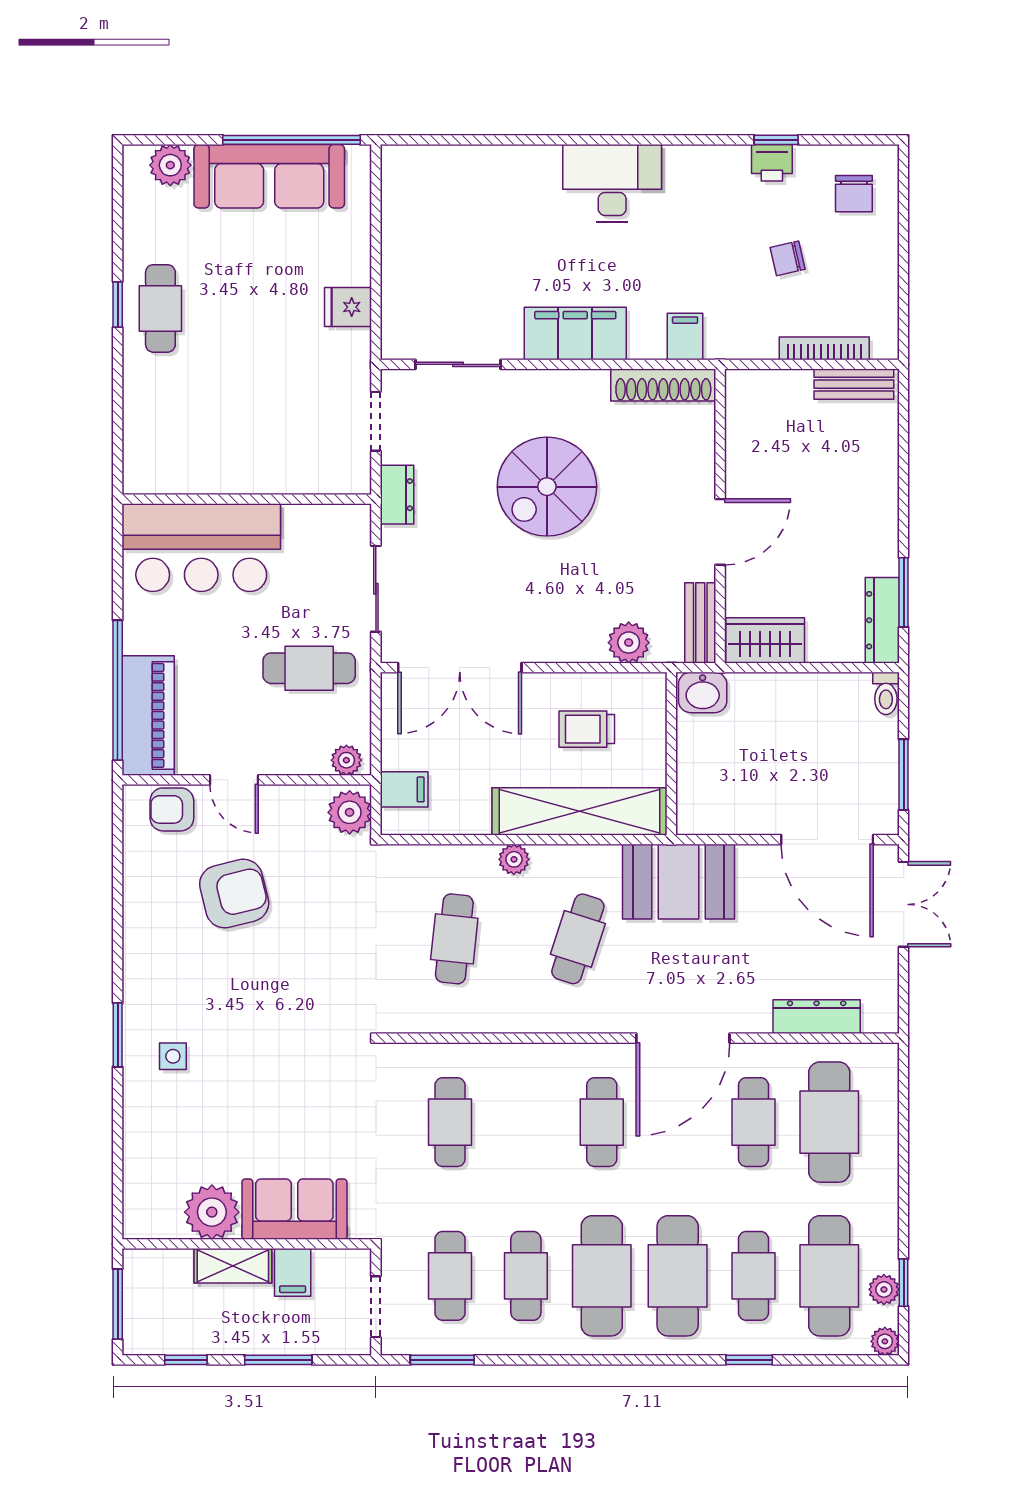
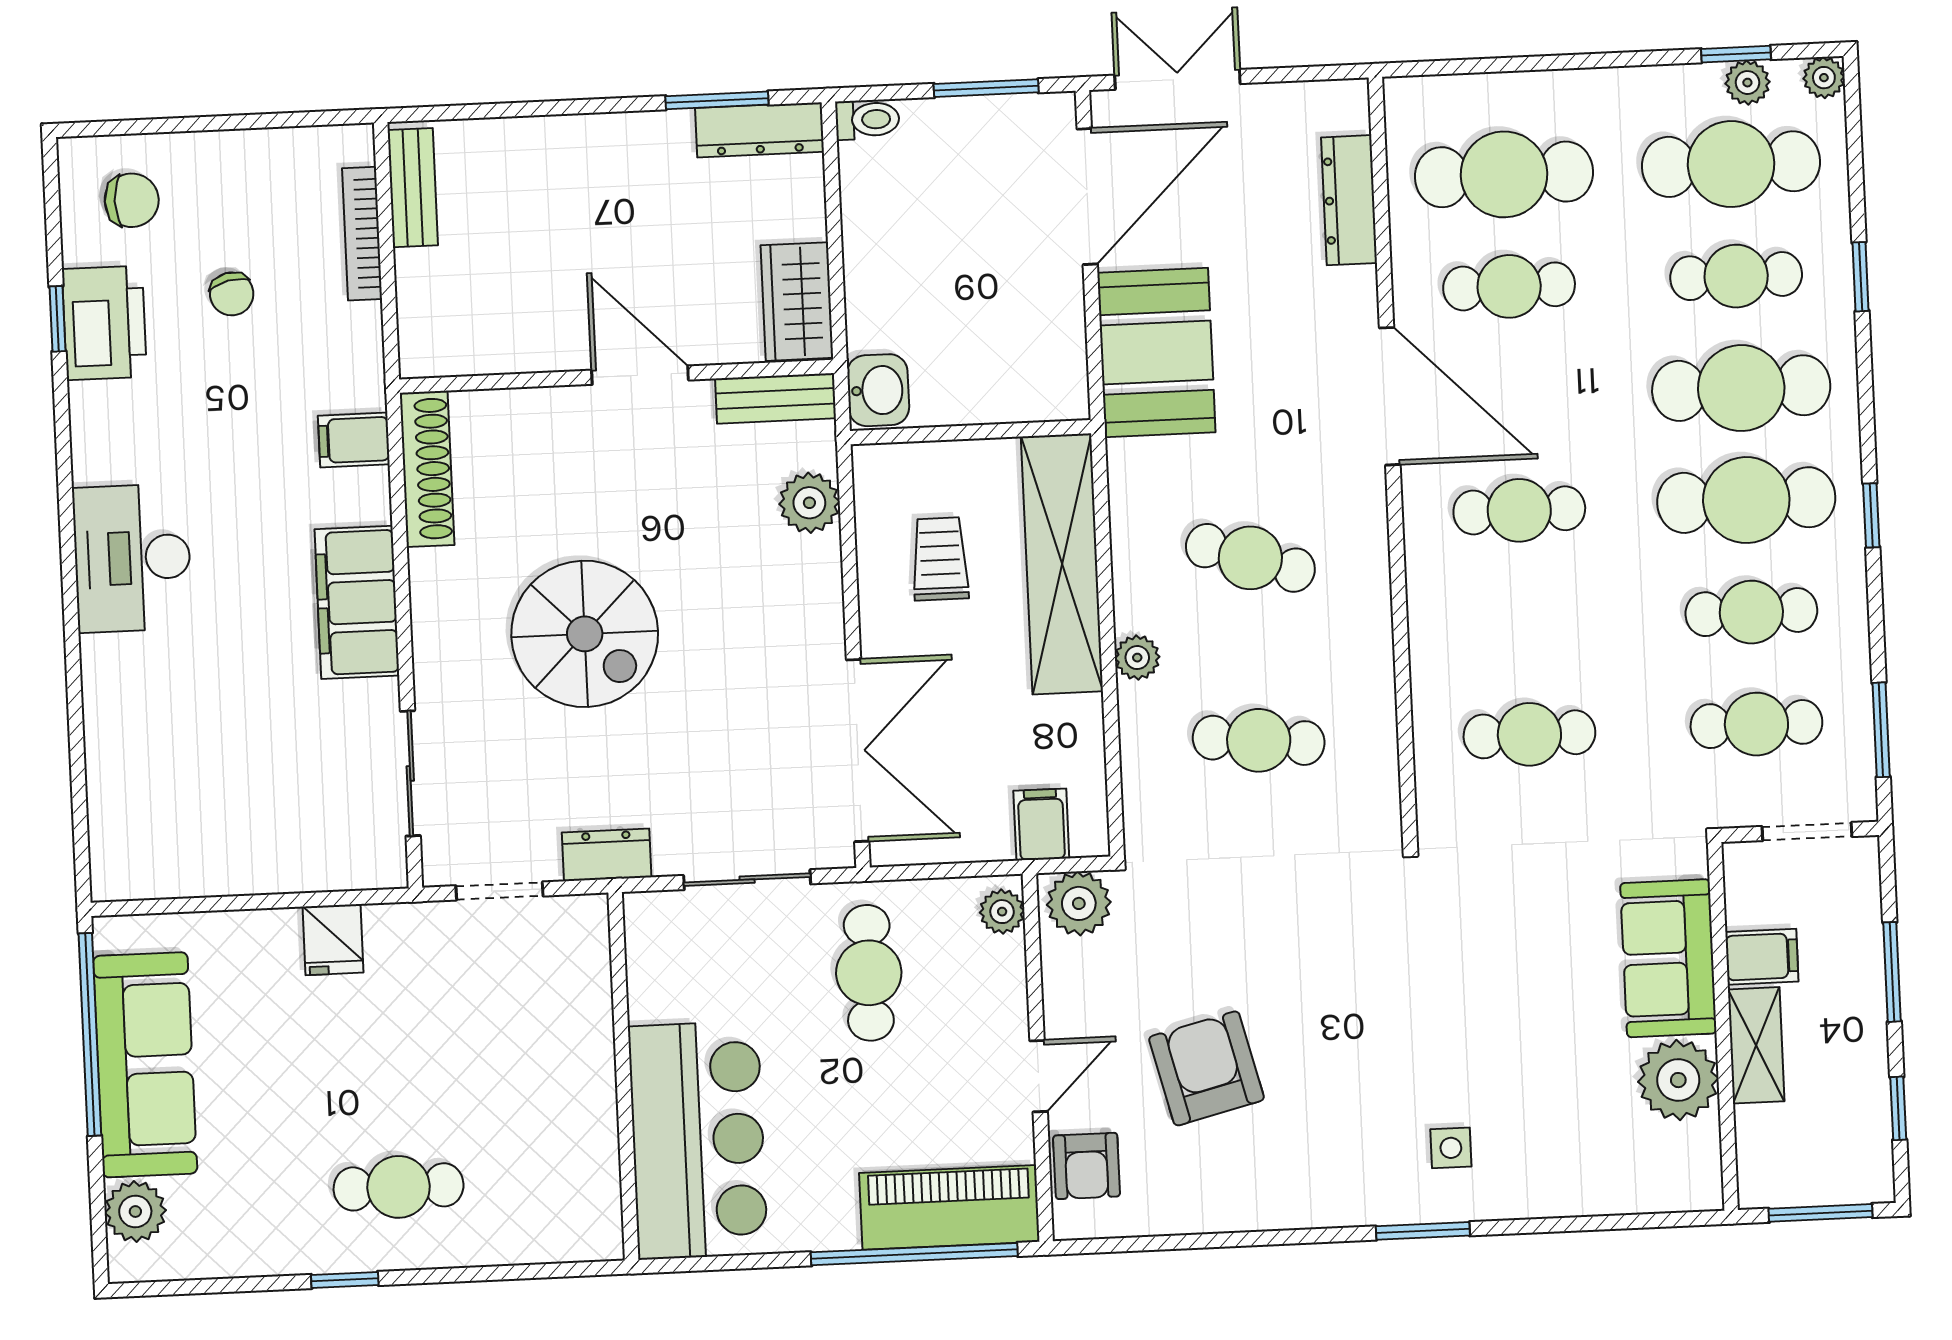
printer: (772, 163) -> (104, 323), width x1.87, depth x1.48
cafe table: (160, 308) -> (399, 1187), moved
trolley: (587, 729) -> (940, 559), turned 180
booth: (679, 882) -> (1156, 352), moved
window: (588, 1360) -> (1871, 515), added

